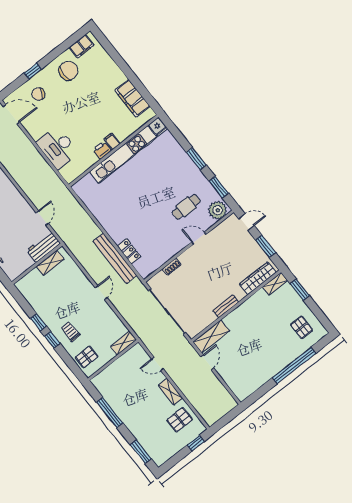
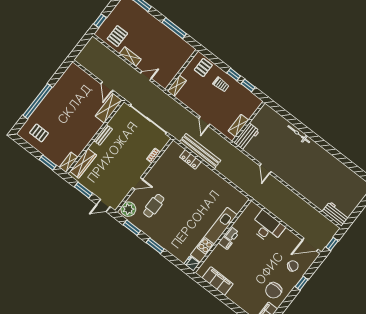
workbench: (44, 247) -> (247, 137), moved
shelving: (50, 263) -> (238, 126), moved
wall: (37, 264) -> (249, 122), moved

